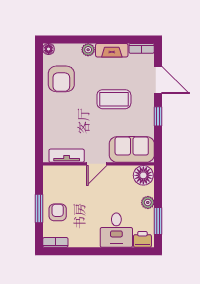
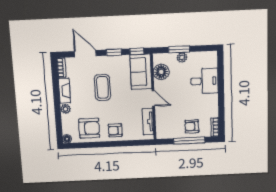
door: (158, 80) -> (85, 54), hinge flipped
armchair: (57, 112) -> (115, 130), added
window: (158, 146) -> (137, 51), added
floor lamp: (143, 175) -> (161, 72), moved
window: (39, 209) -> (189, 140), width x1.44
window: (158, 221) -> (179, 49), moved
printer: (142, 239) -> (211, 60), removed

